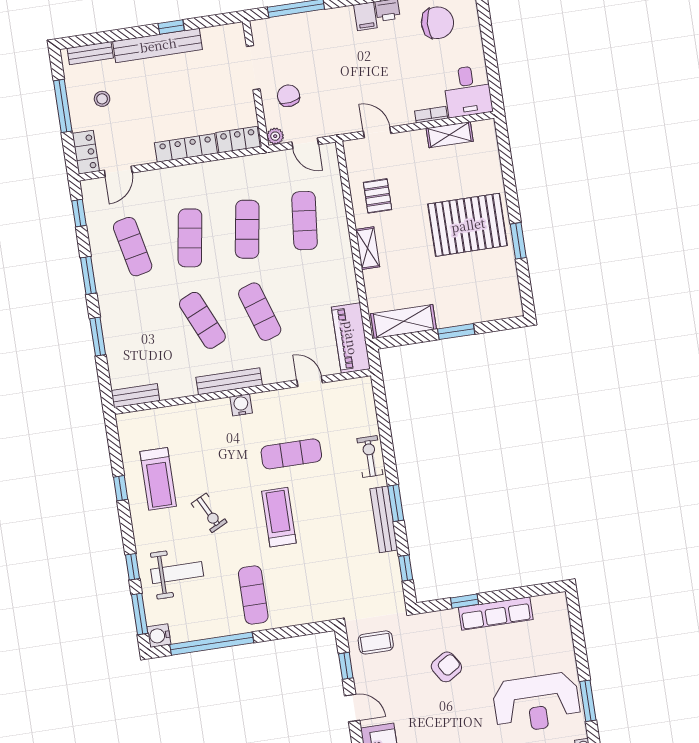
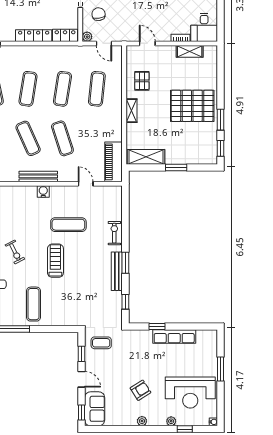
window: (525, 289) -> (221, 148), added
armchair: (446, 667) -> (141, 390), moved
window: (588, 701) -> (221, 369), moved

